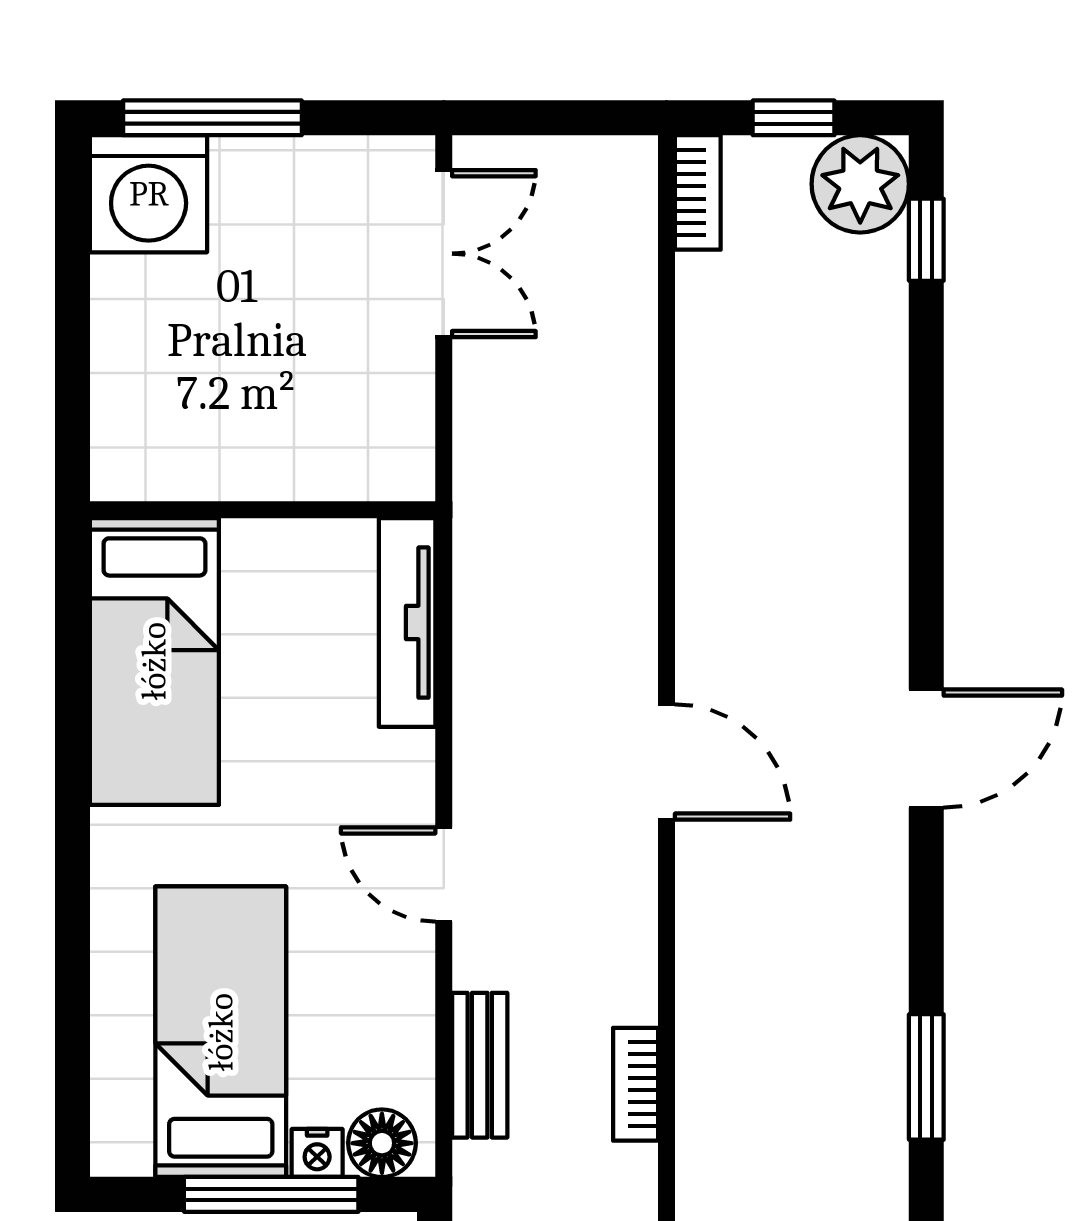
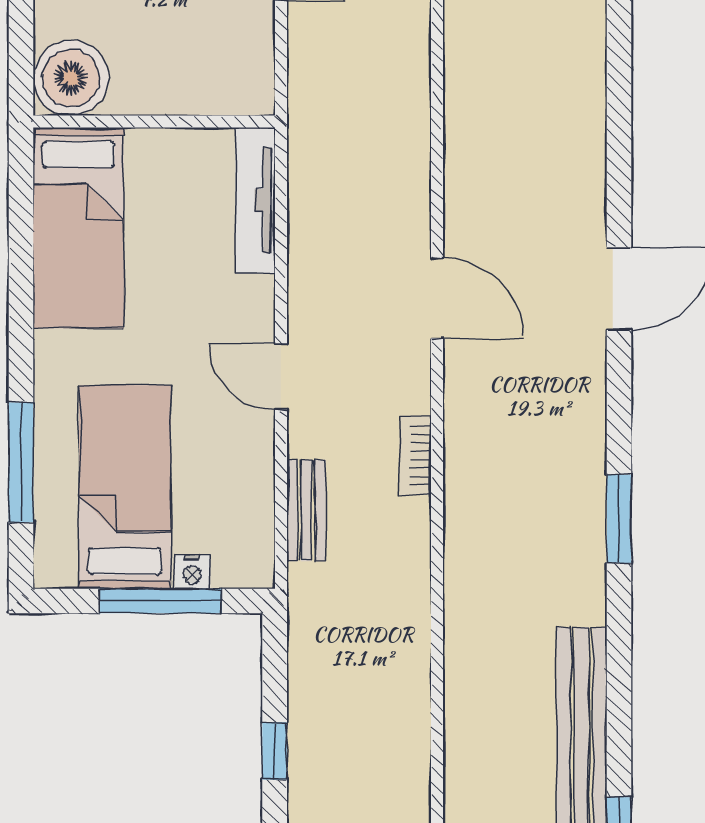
boiler: (144, 448) -> (71, 78), added
window: (73, 996) -> (21, 462), added
bookcase: (636, 1084) -> (415, 455), moved
floor lamp: (382, 1143) -> (238, 565), removed

